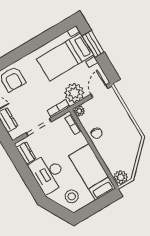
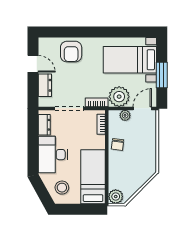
window: (93, 44) -> (162, 75), moved
plant: (79, 111) -> (125, 115), moved

